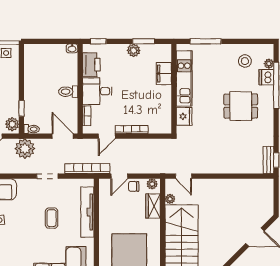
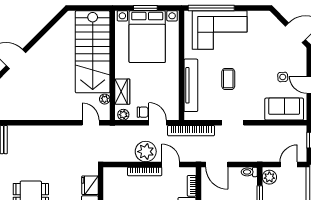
door: (107, 136) -> (171, 164), hinge flipped
plant: (25, 149) -> (146, 152), moved
door: (119, 176) -> (158, 123), hinge flipped

